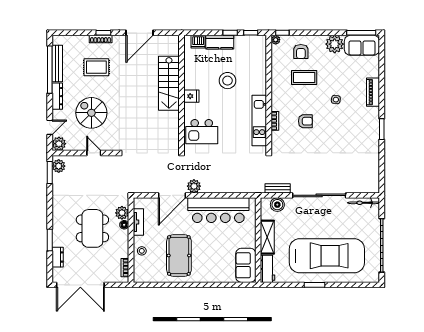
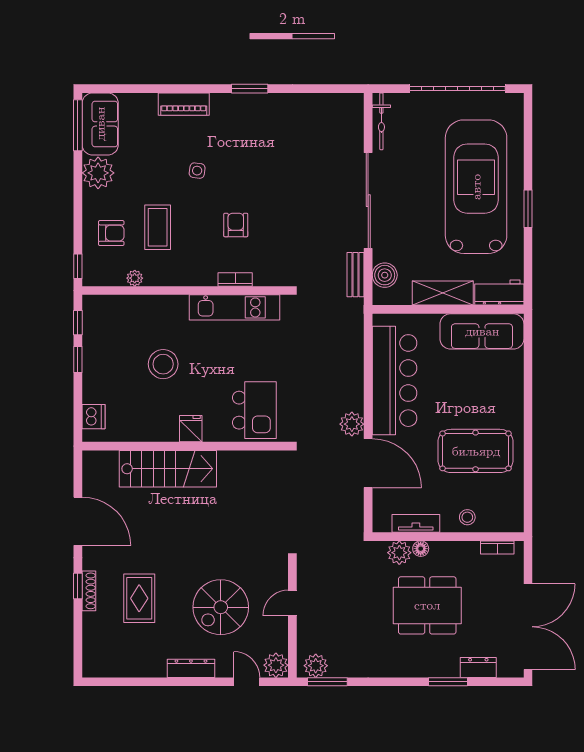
plant: (276, 40) -> (135, 278), moved
kitchen counter: (220, 42) -> (94, 378), removed
bench: (57, 64) -> (133, 668), removed
window: (50, 70) -> (144, 682), removed
sofa: (246, 265) -> (482, 331), width x1.36

